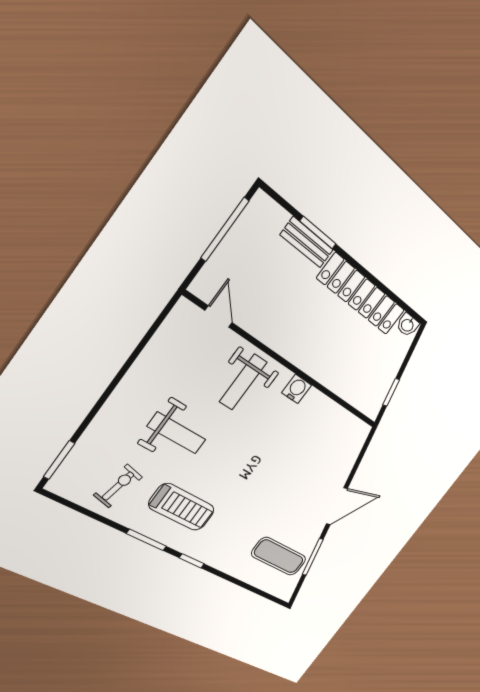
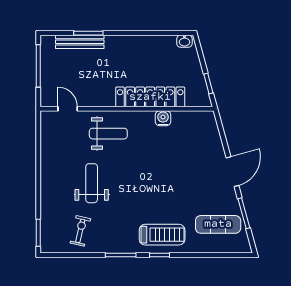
bench: (307, 242) -> (80, 42), width x1.36
locker: (362, 295) -> (150, 97), moved, turned 180
weight bench: (243, 382) -> (108, 134), turned -90
water cooler: (297, 389) -> (163, 118), moved
weight bench: (177, 433) -> (92, 183), turned -90
treadmill: (182, 507) -> (162, 235), moved

